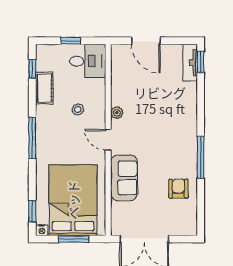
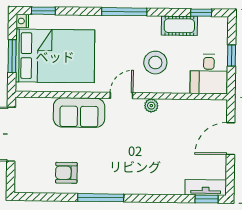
stool: (78, 109) -> (155, 63), width x1.89, depth x1.89
armchair: (178, 189) -> (66, 173), turned 180

